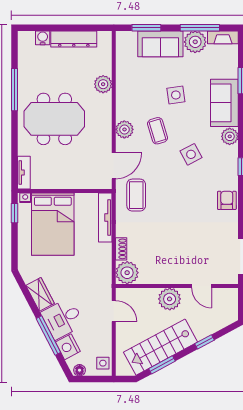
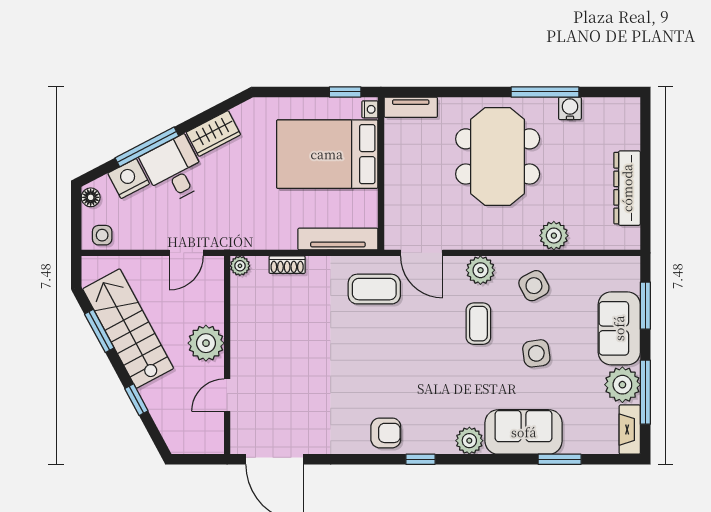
water cooler: (43, 38) -> (570, 108), moved, turned -90
coffee table: (157, 131) -> (478, 324), turned -73
side table: (191, 154) -> (534, 286), moved
armchair: (227, 200) -> (386, 433), moved
plant: (127, 273) -> (240, 266), width x0.53, depth x0.53

